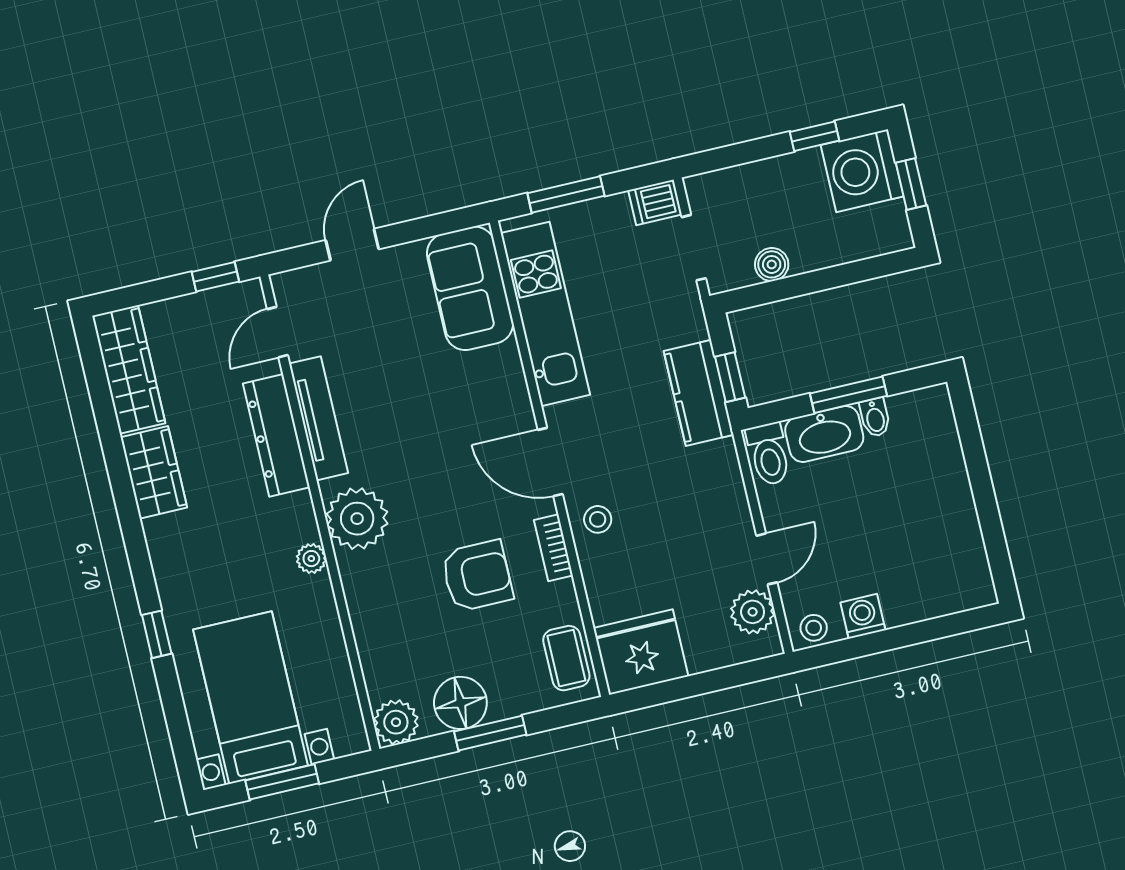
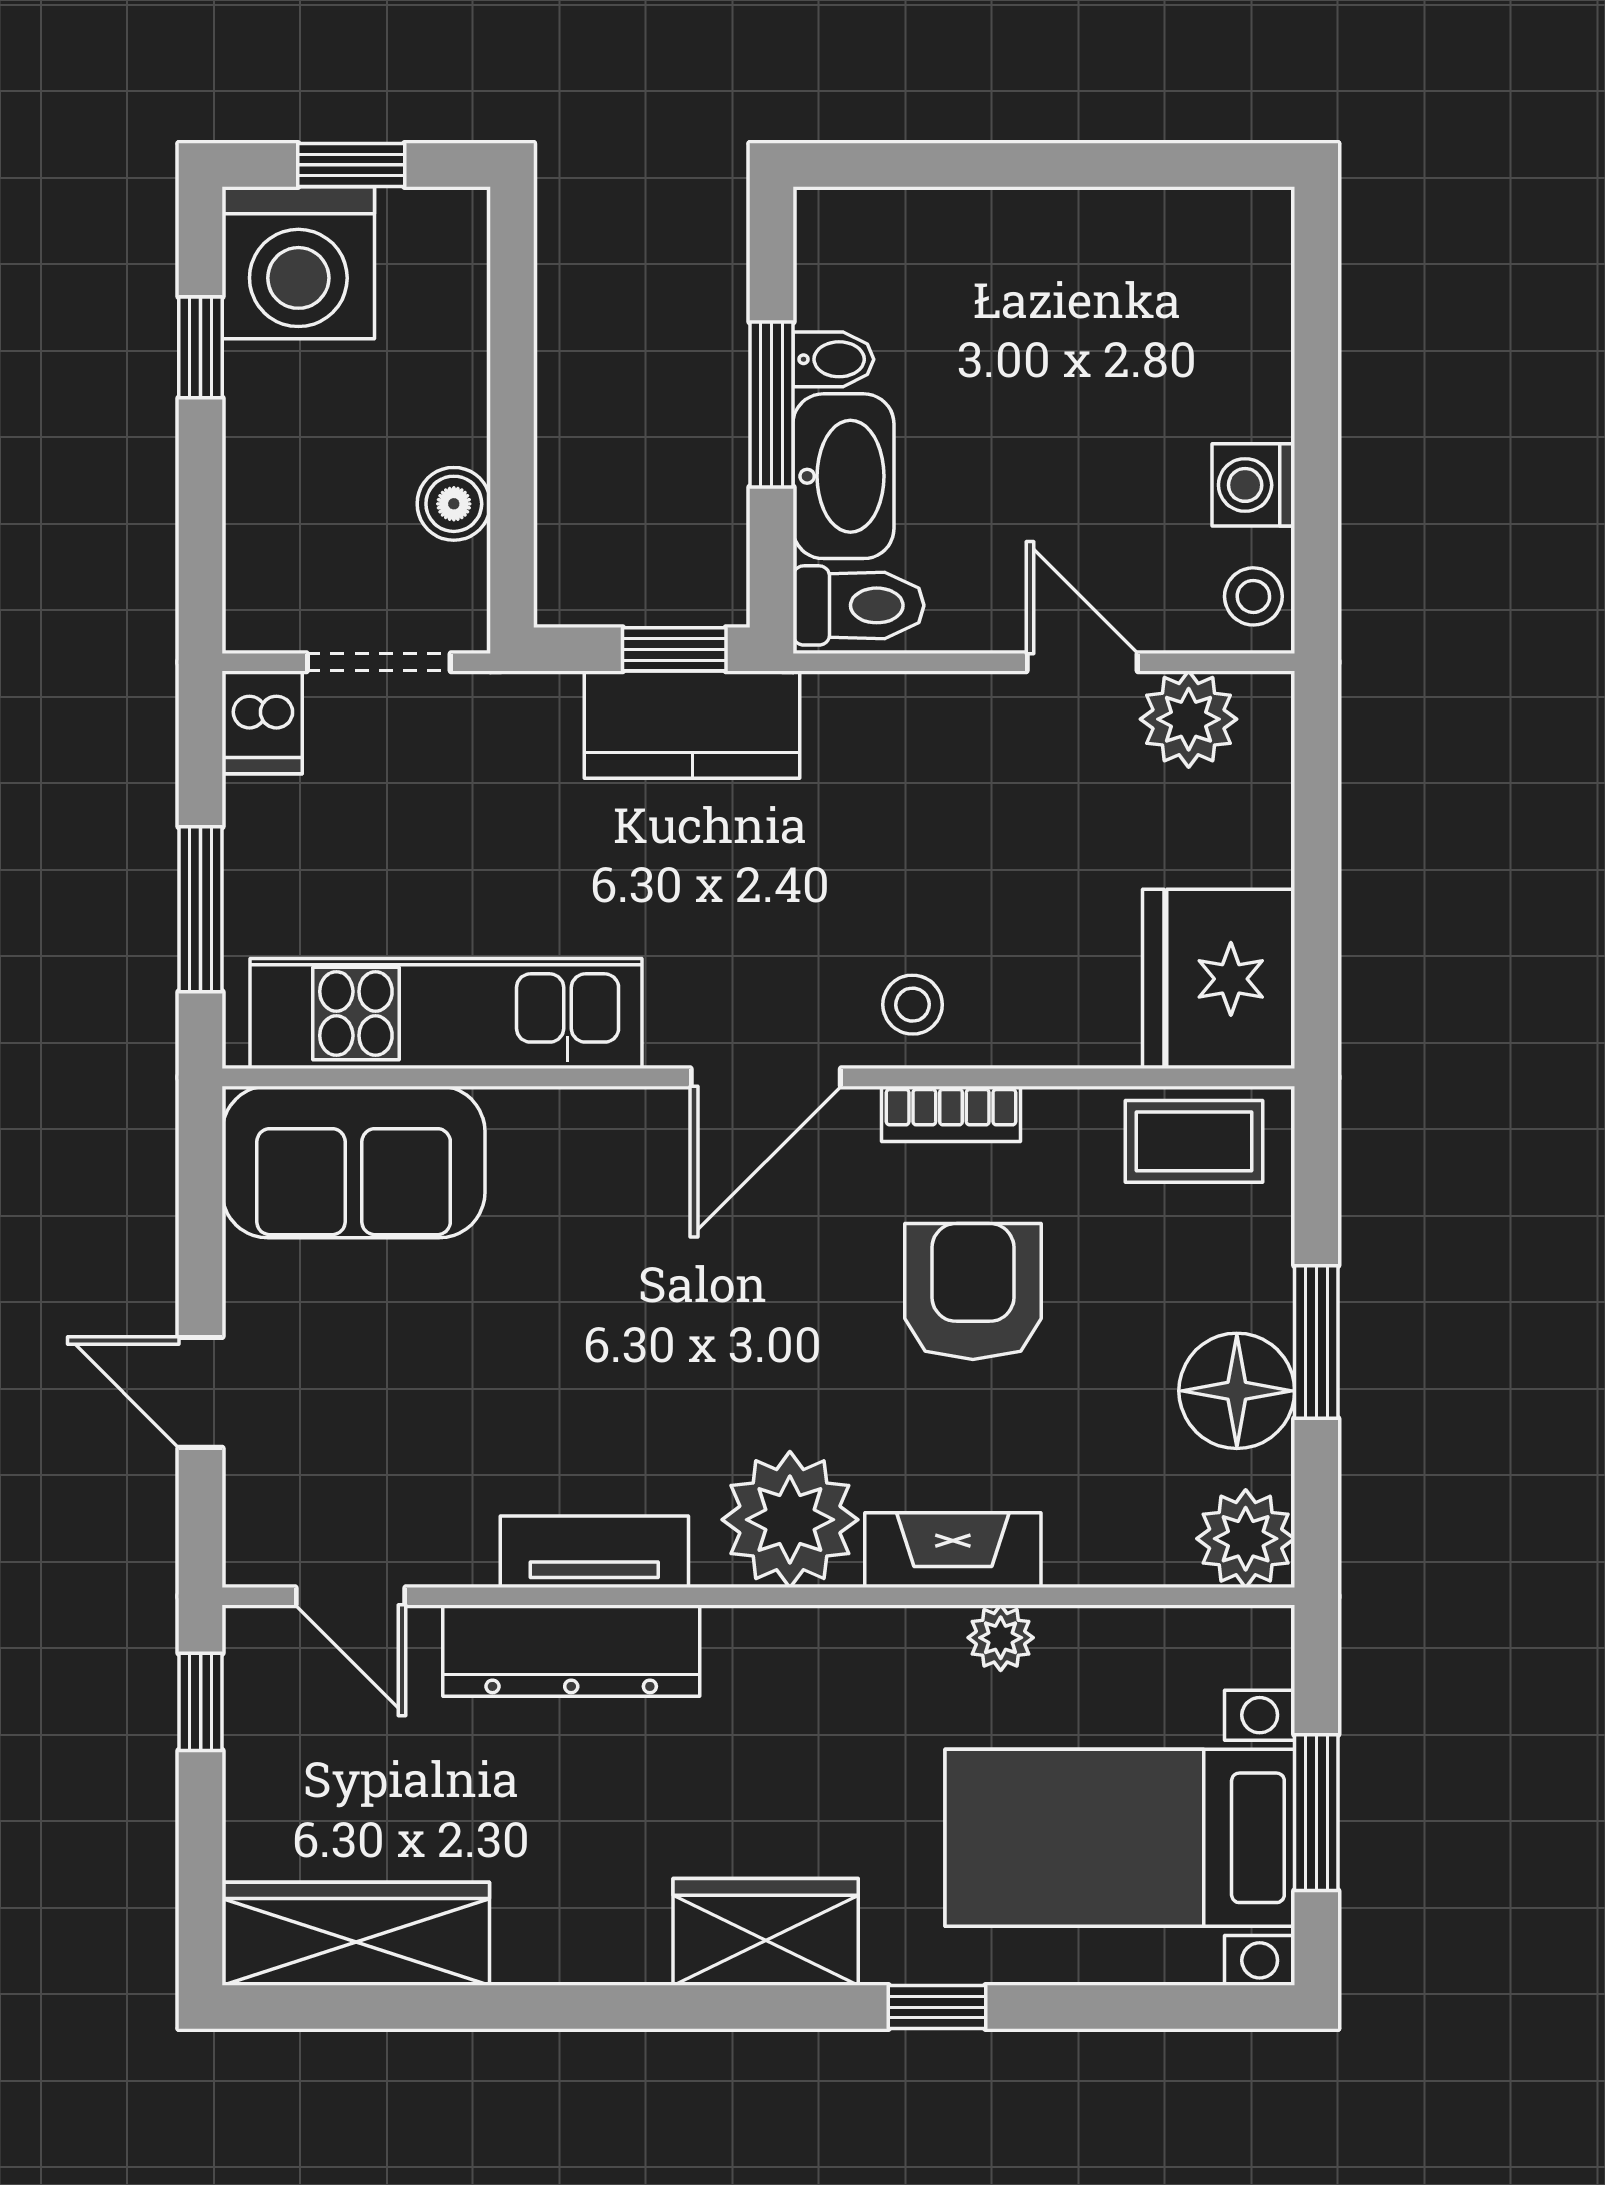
tv unit: (319, 418) -> (594, 1552), width x0.71
wardrobe: (154, 472) -> (766, 1932), moved
plant: (311, 559) -> (1001, 1638), moved
fireplace: (361, 594) -> (953, 1550), added

